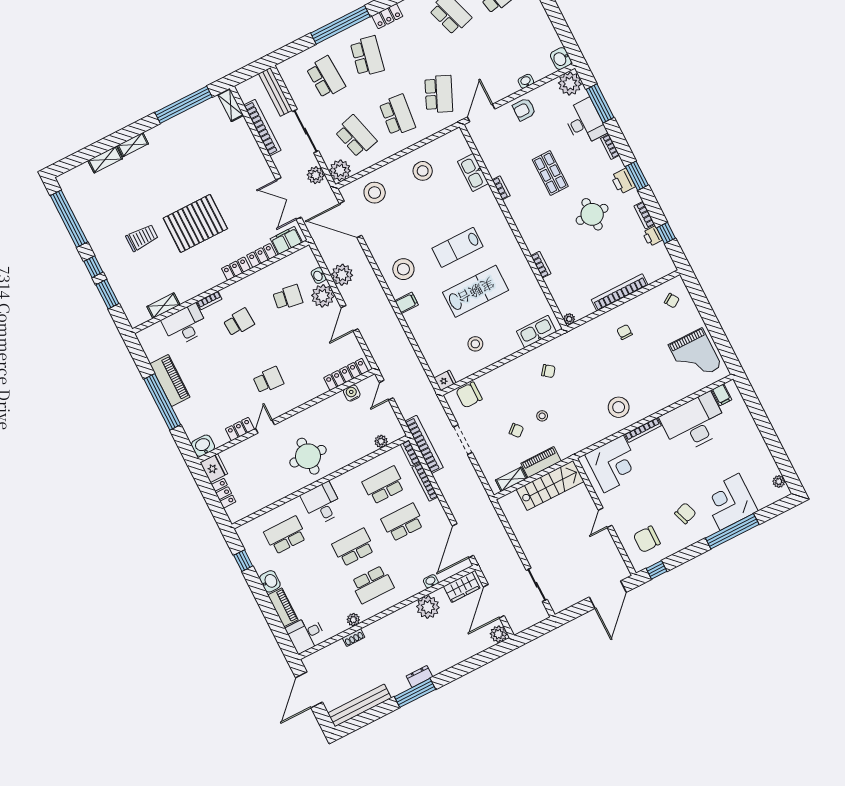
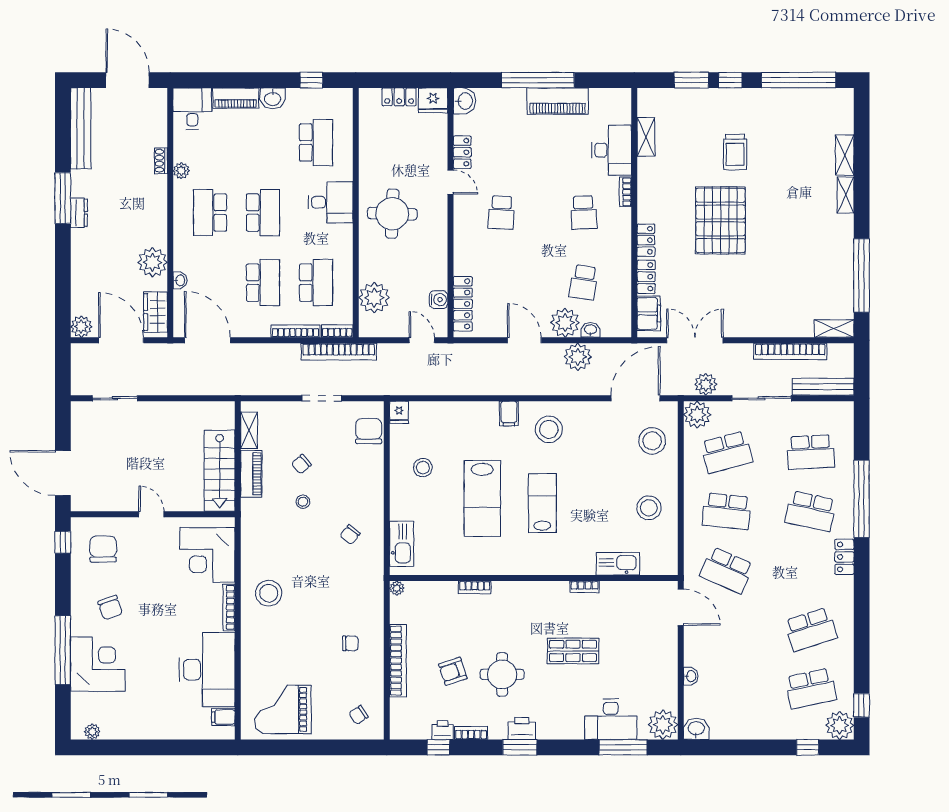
armchair: (524, 109) -> (453, 671), moved, turned -108
bookcase: (610, 147) -> (568, 733), removed
plant: (381, 441) -> (374, 298), width x1.87, depth x1.87

